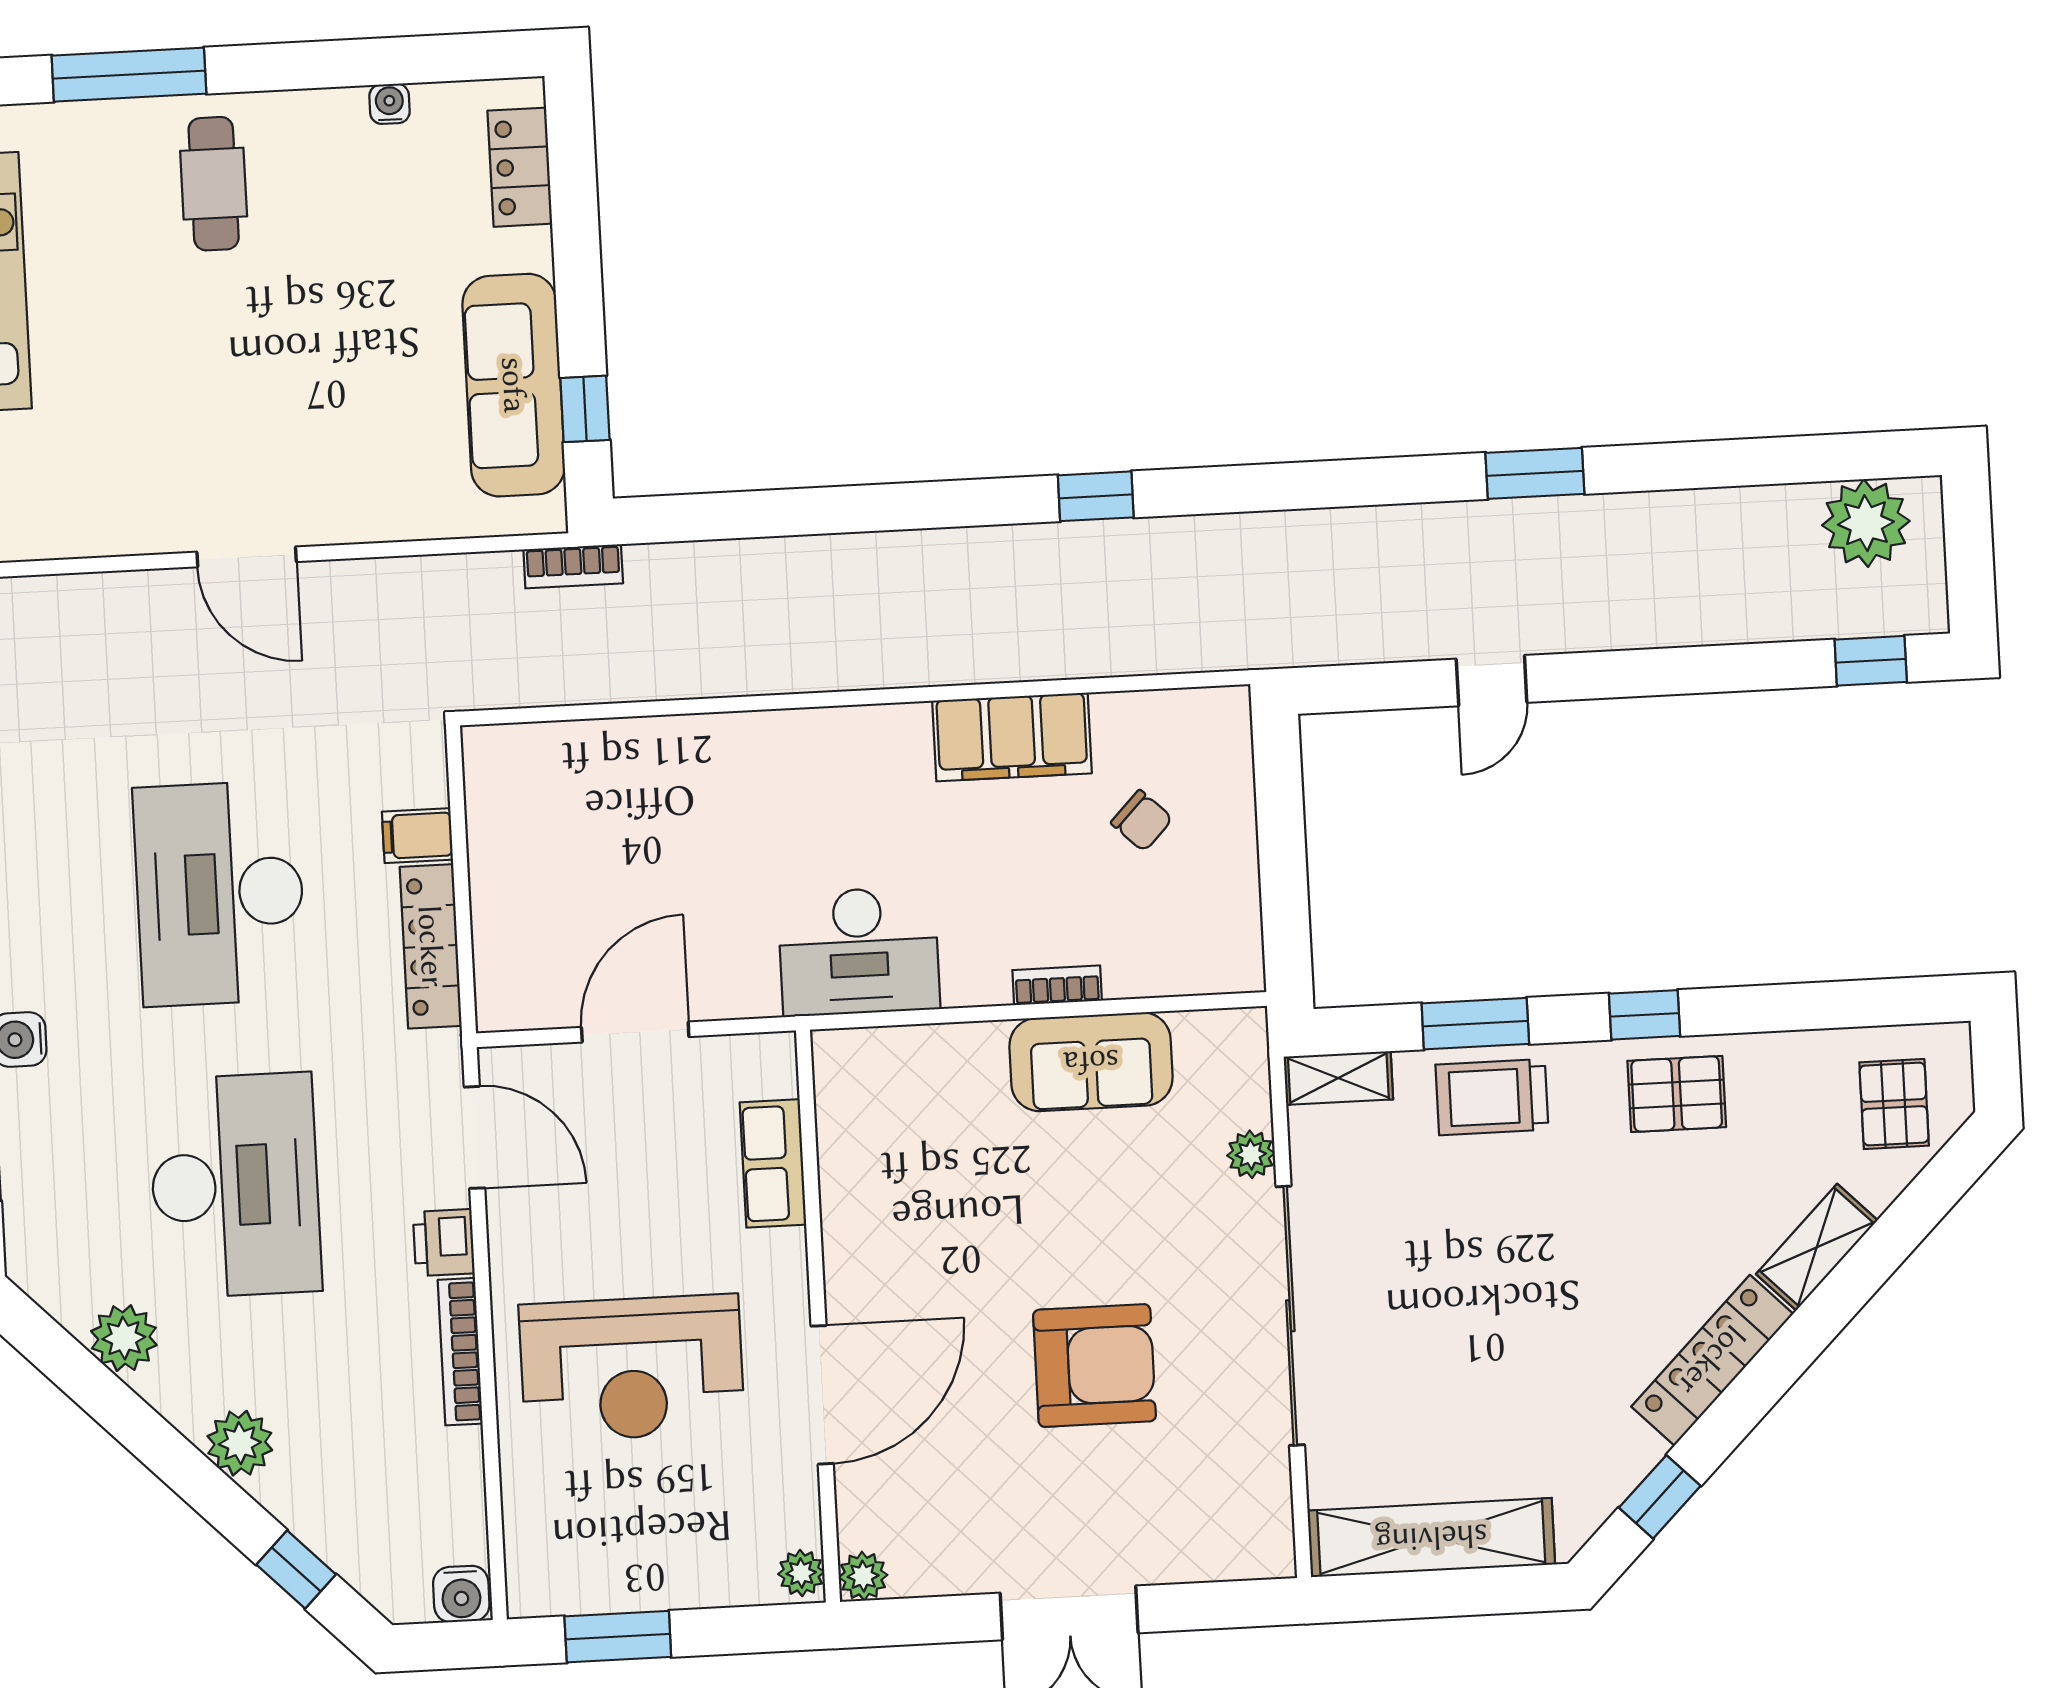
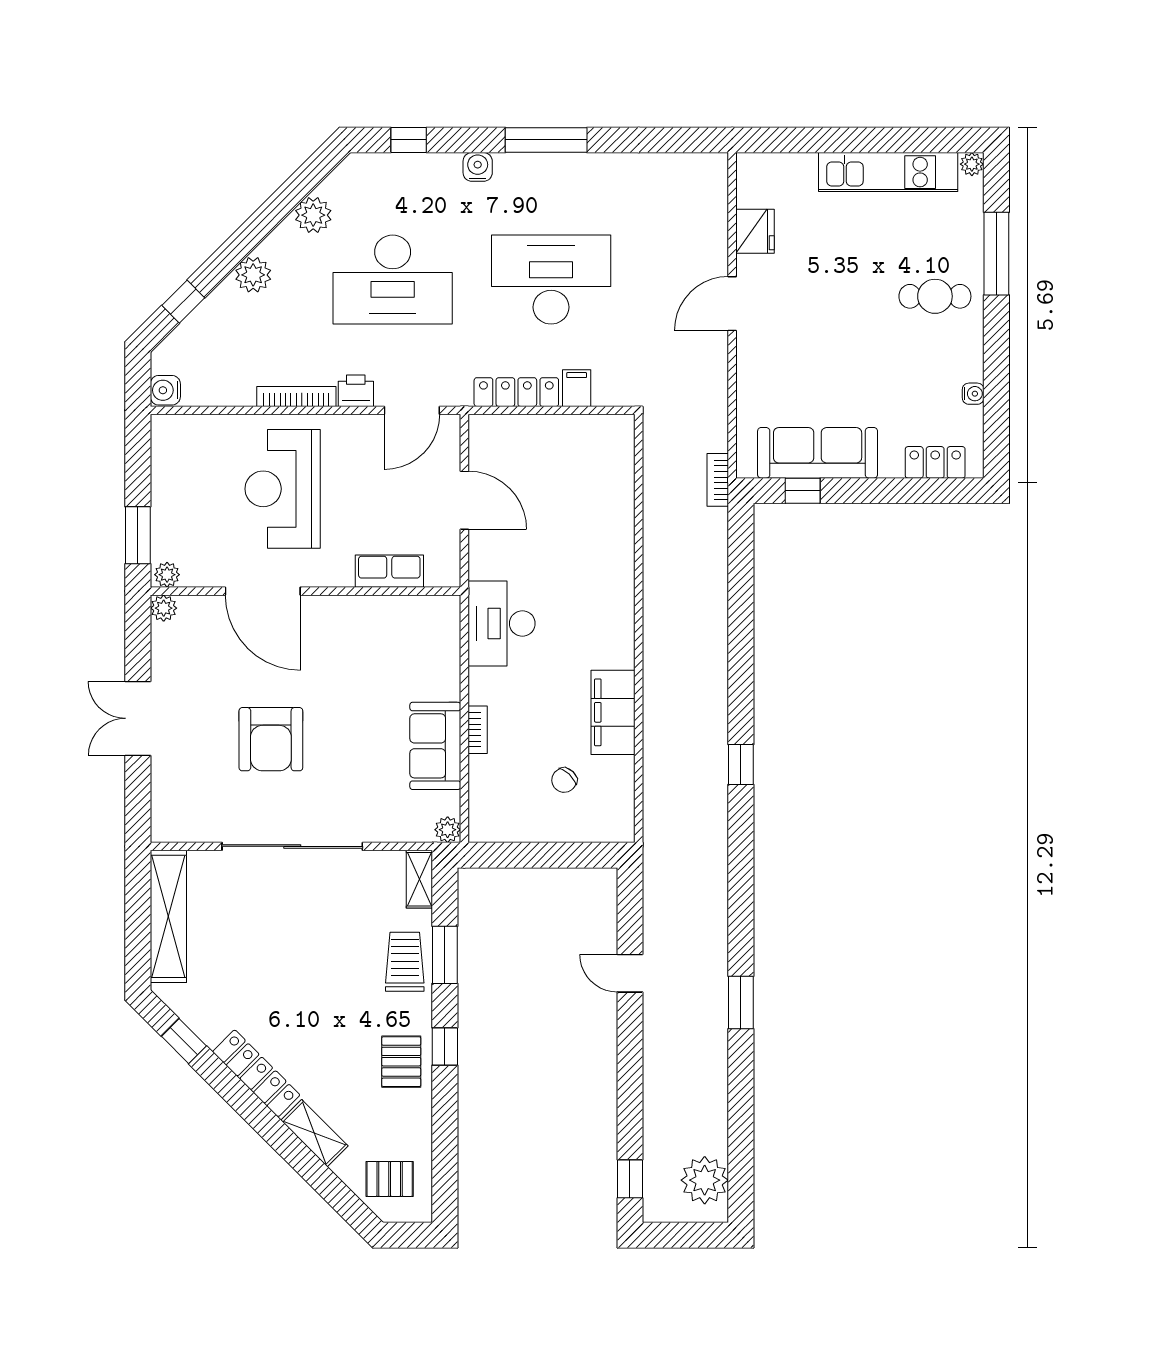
fridge: (111, 522) -> (755, 231), added
plant: (1251, 1154) -> (448, 830), moved
window: (618, 1637) -> (138, 535), moved

